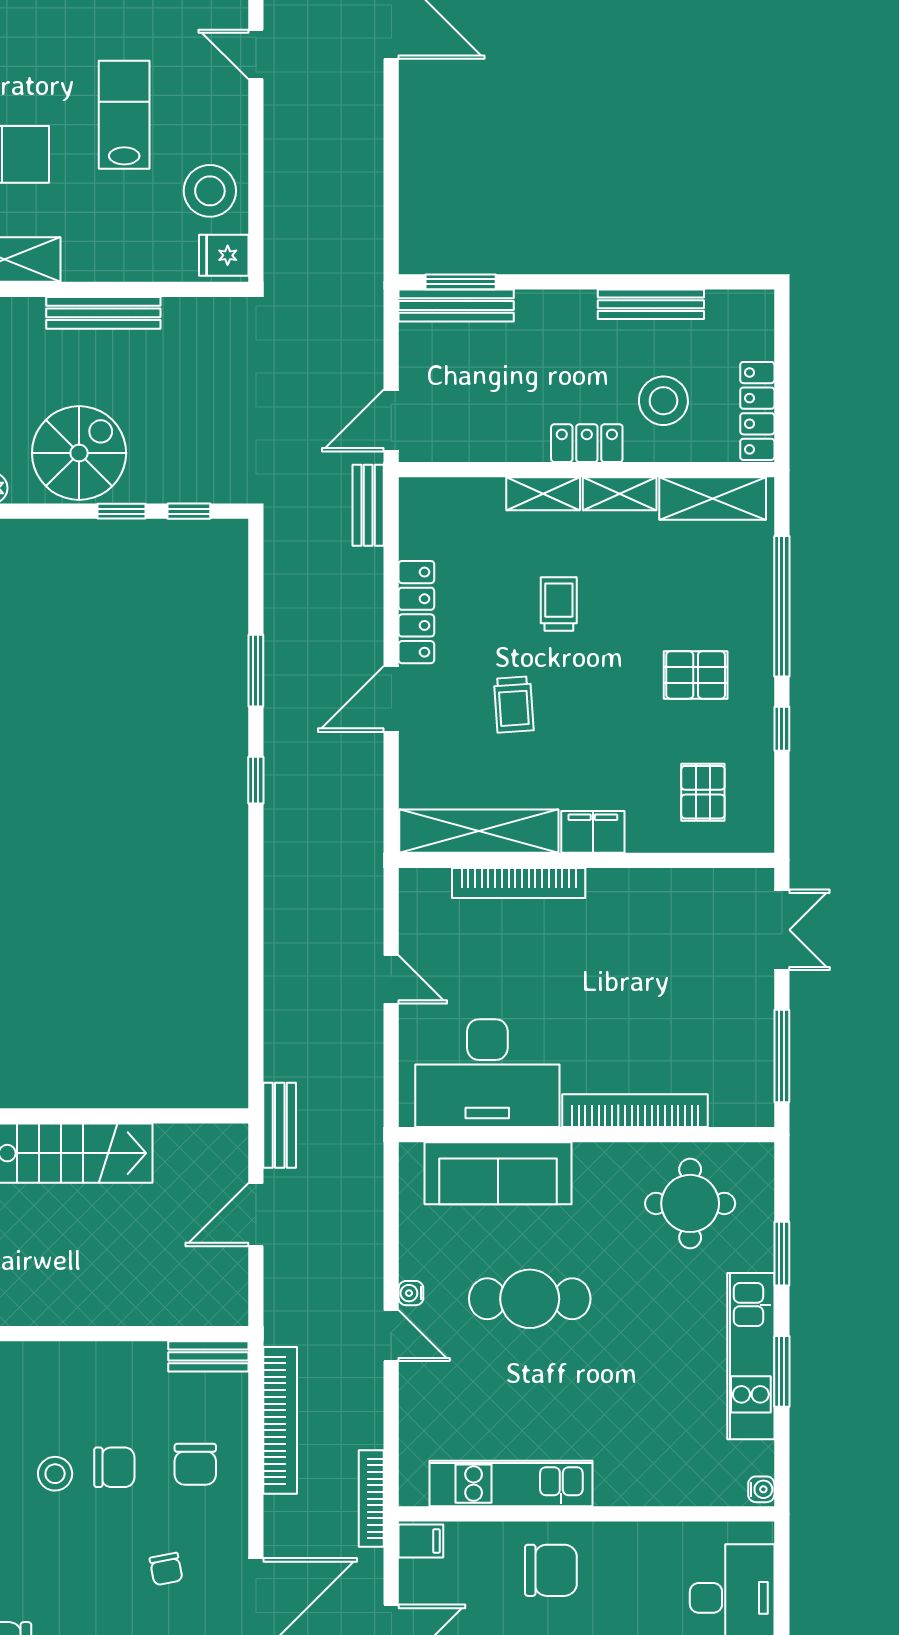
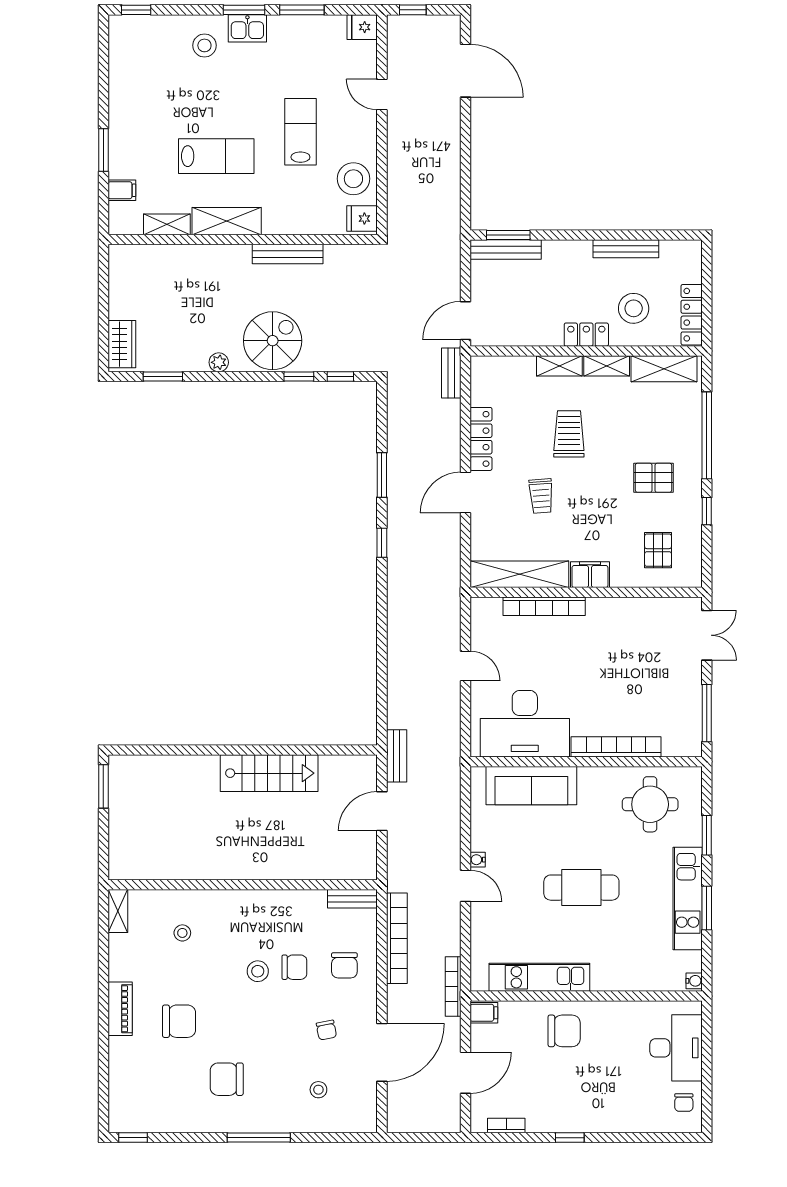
trolley: (559, 604) -> (569, 434), width x1.36, depth x1.39
cafe table: (530, 1299) -> (581, 888), moved

